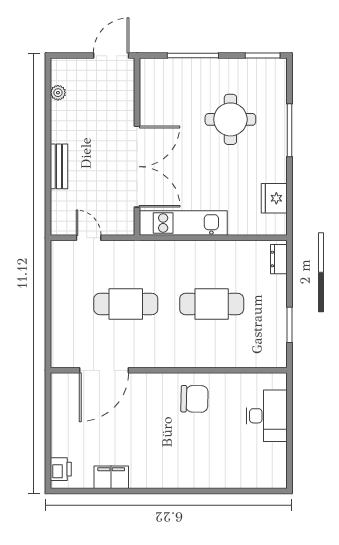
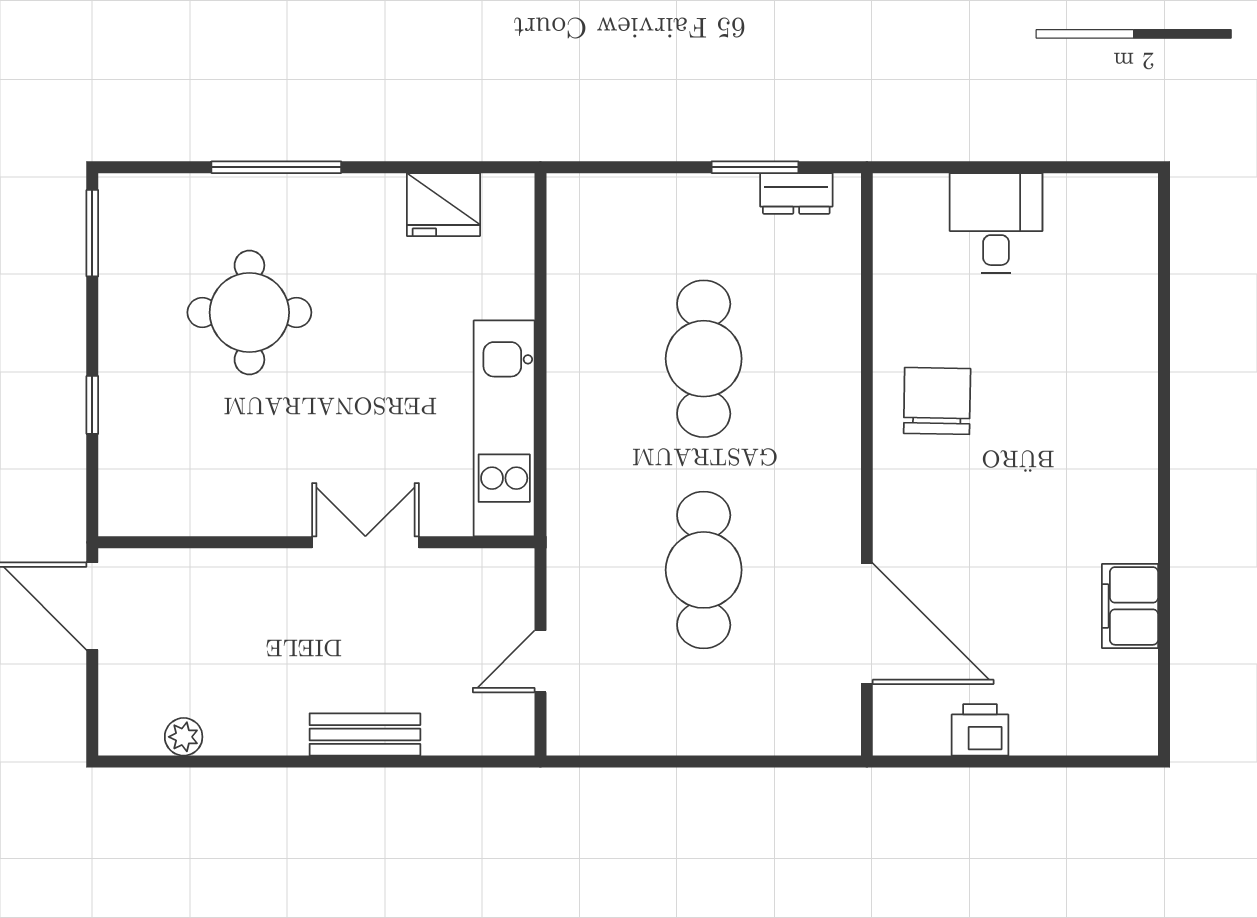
window: (193, 56) -> (92, 405), width x0.46
double door: (137, 167) -> (365, 542), width x0.54
dresser: (279, 259) -> (796, 193), moved
desk: (267, 416) -> (996, 223), width x0.73
printer: (61, 469) -> (980, 730), moved

